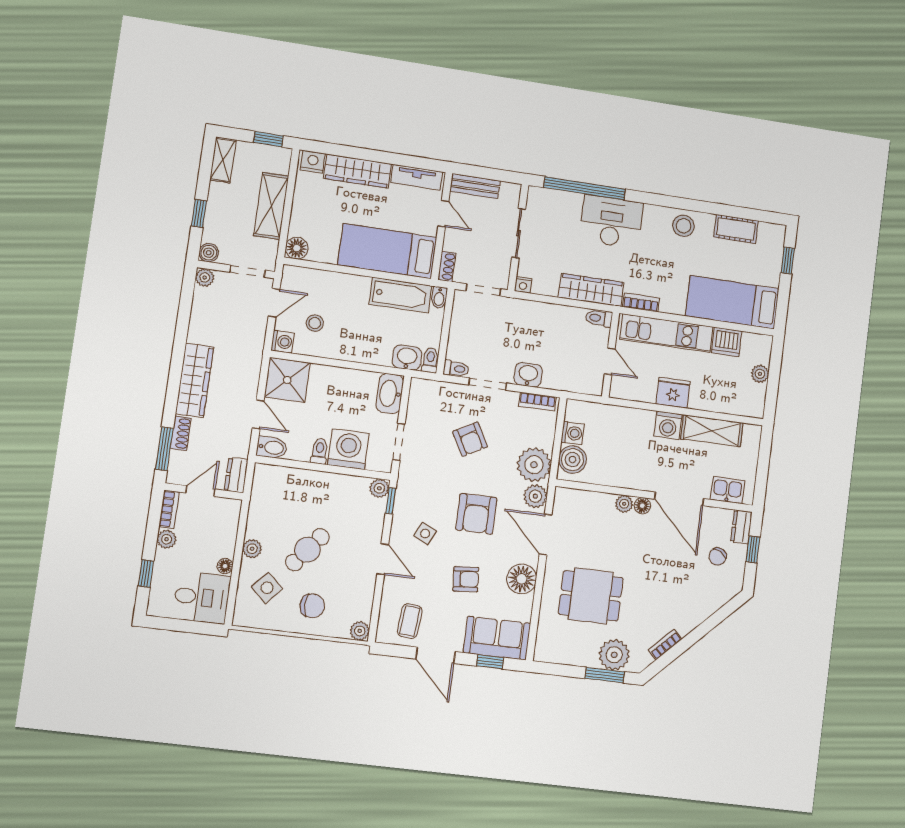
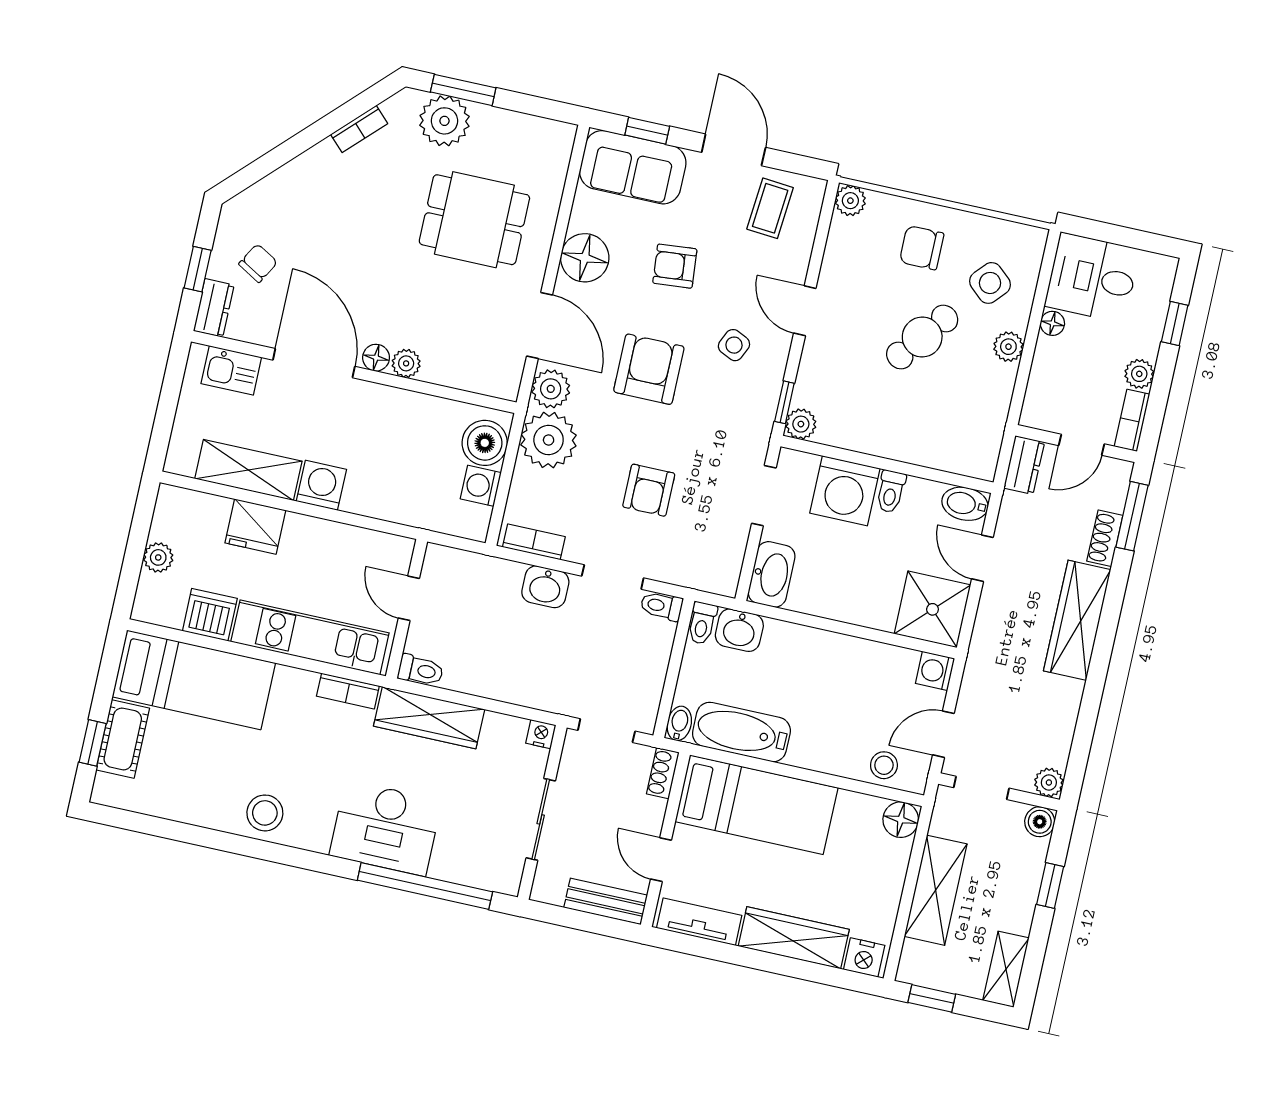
cot: (736, 229) -> (123, 739), moved, turned 90
stool: (315, 323) -> (884, 765), moved
fridge: (673, 393) -> (255, 527), moved
armchair: (470, 439) -> (649, 490), turned -151

